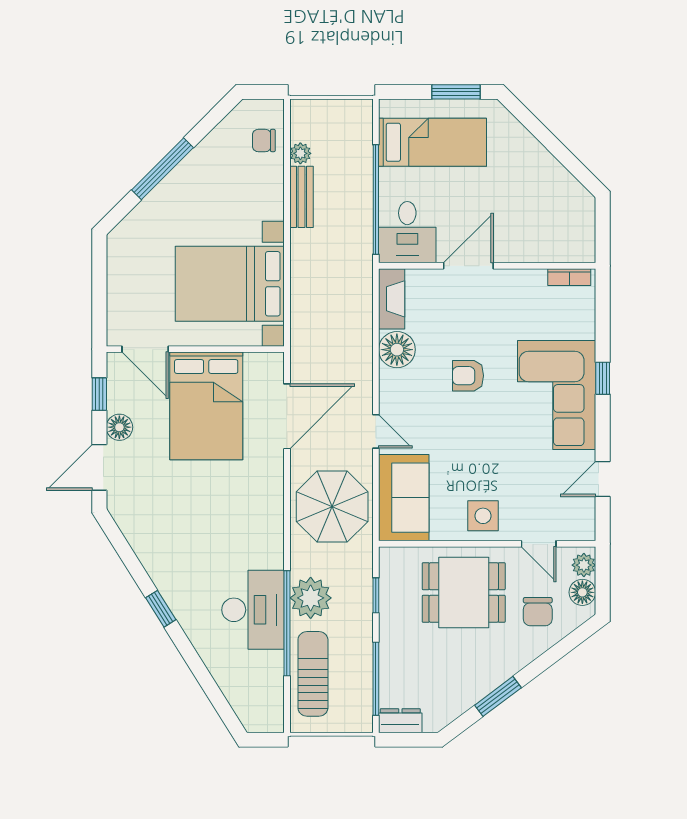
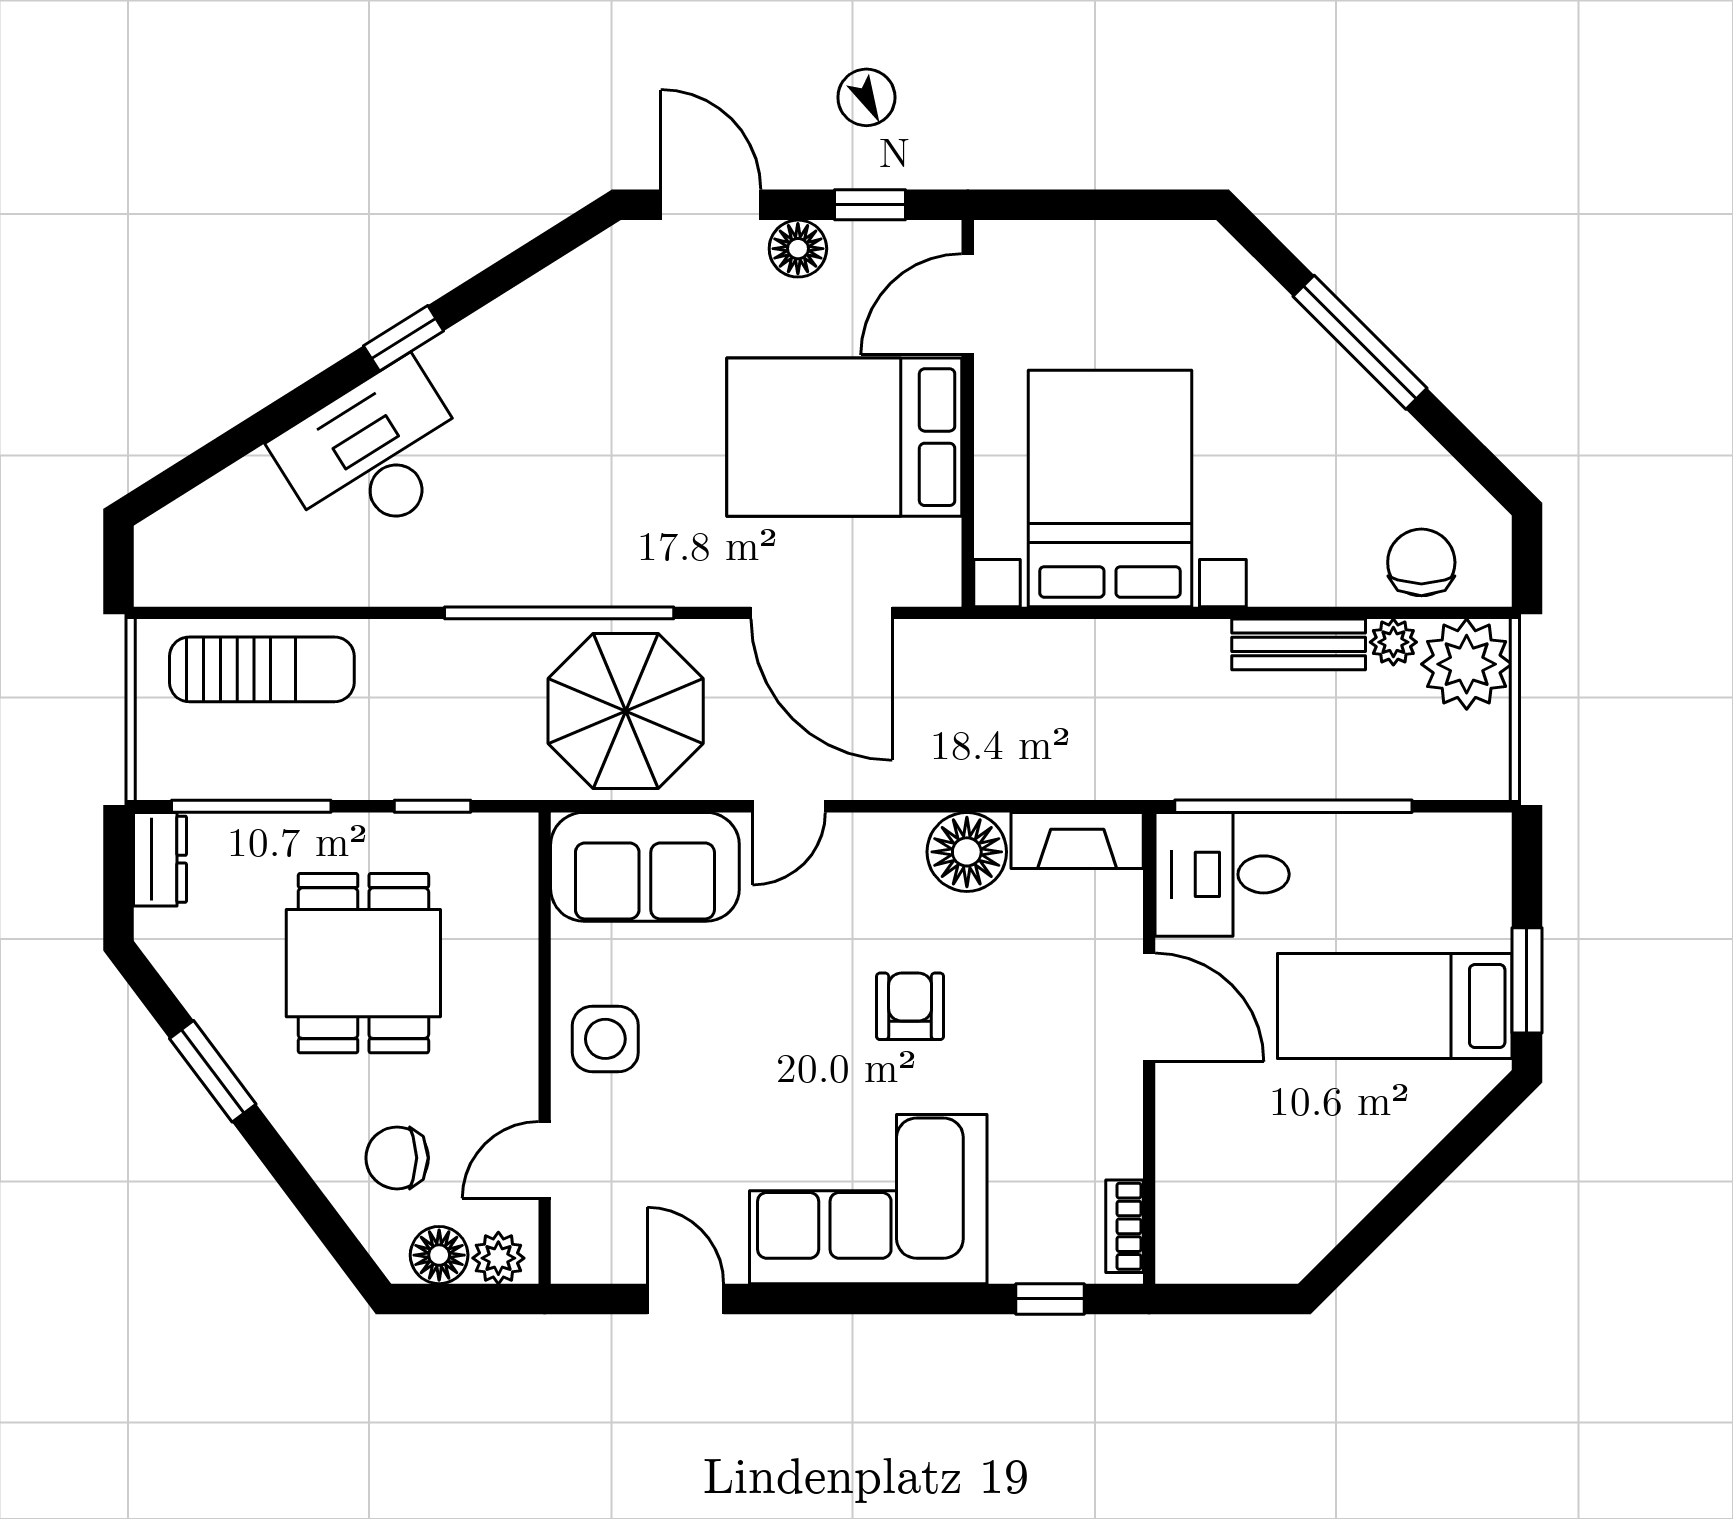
chair: (264, 141) -> (1421, 562), width x1.37, depth x1.37
bed: (433, 142) -> (1395, 1006), moved, turned 90
window: (603, 378) -> (1050, 1299), moved
dining table: (464, 593) -> (363, 963), moved
plant: (311, 598) -> (1467, 664), moved
desk: (253, 610) -> (374, 455), moved, turned 148
window: (287, 623) -> (559, 613), moved

